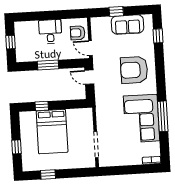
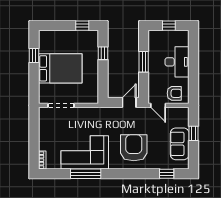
desk: (50, 32) -> (177, 62), width x1.37
armchair: (78, 33) -> (174, 93), turned 90
door: (90, 48) -> (158, 105), swing flipped
bed: (52, 132) -> (60, 68), moved, turned 180
window: (17, 147) -> (82, 26), moved

